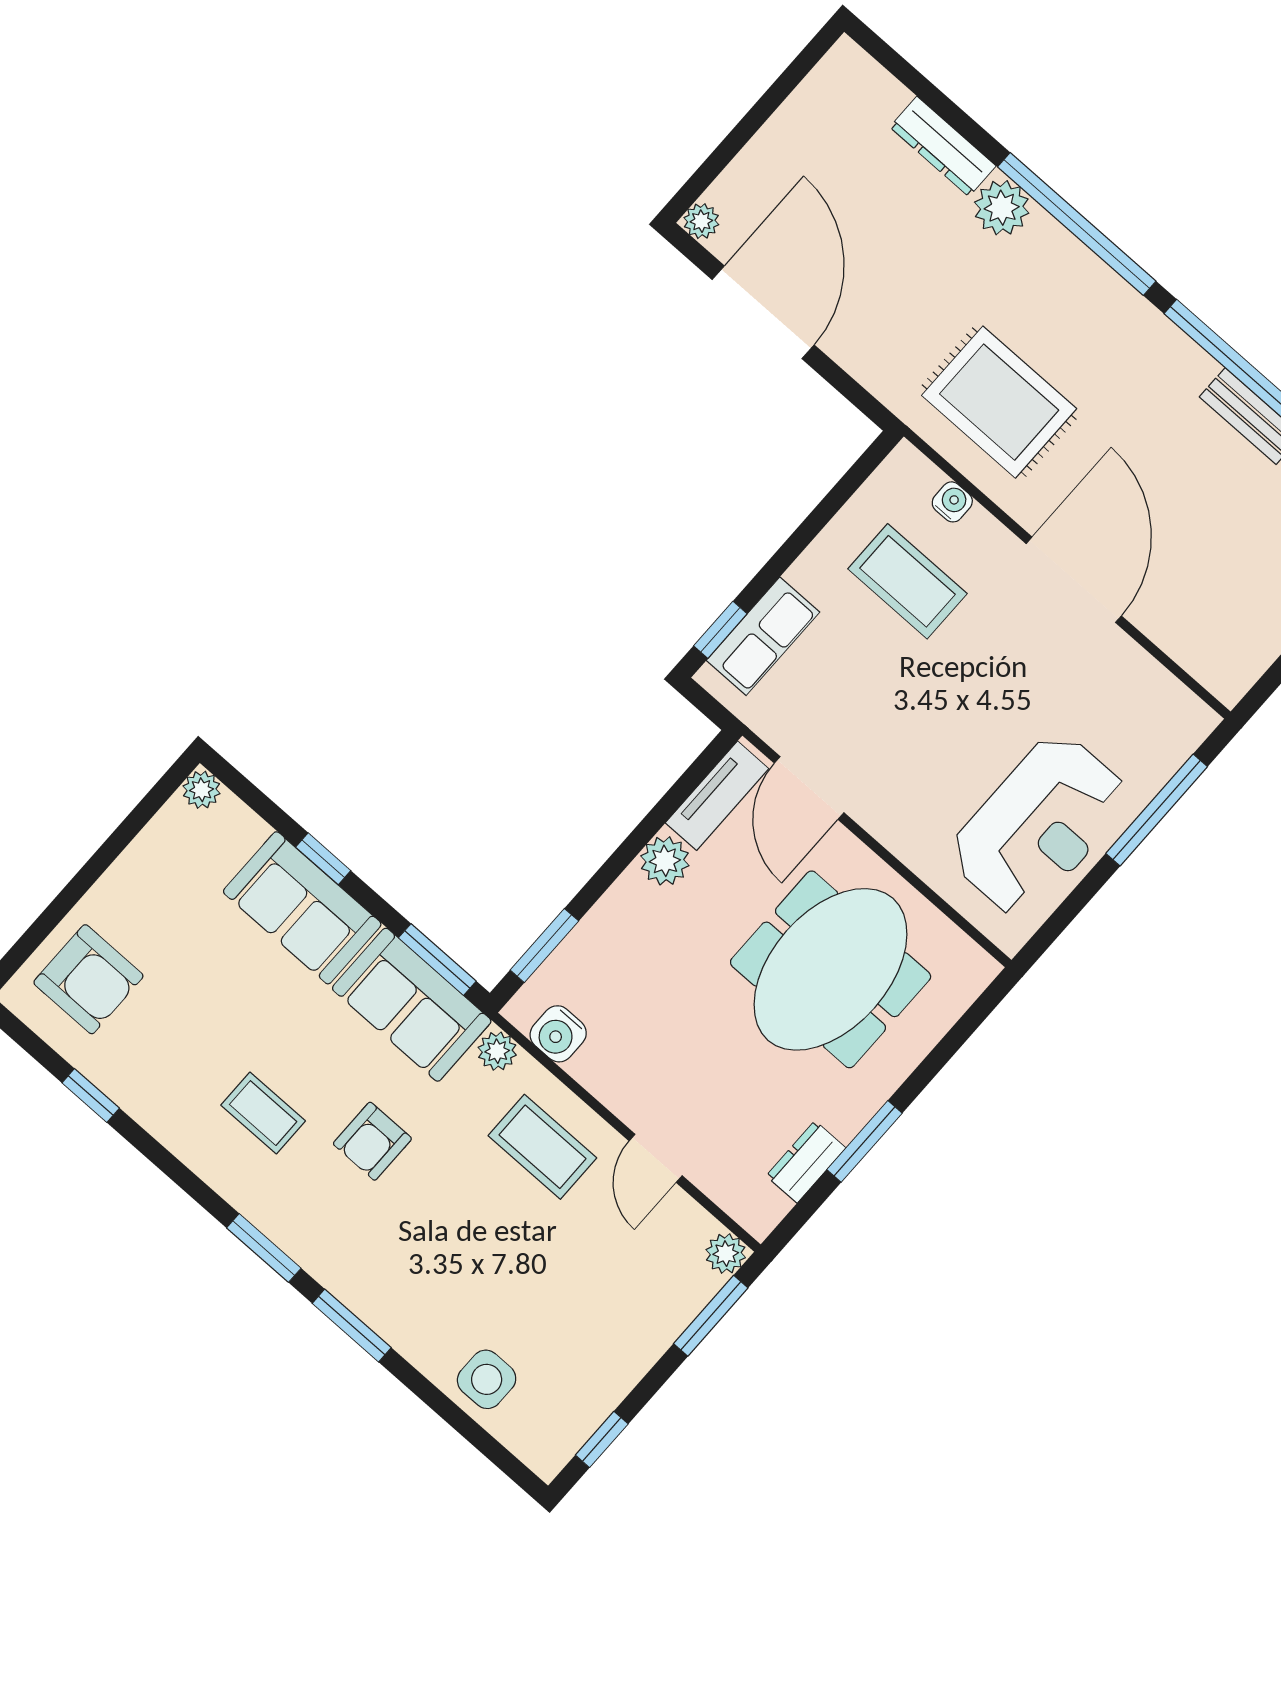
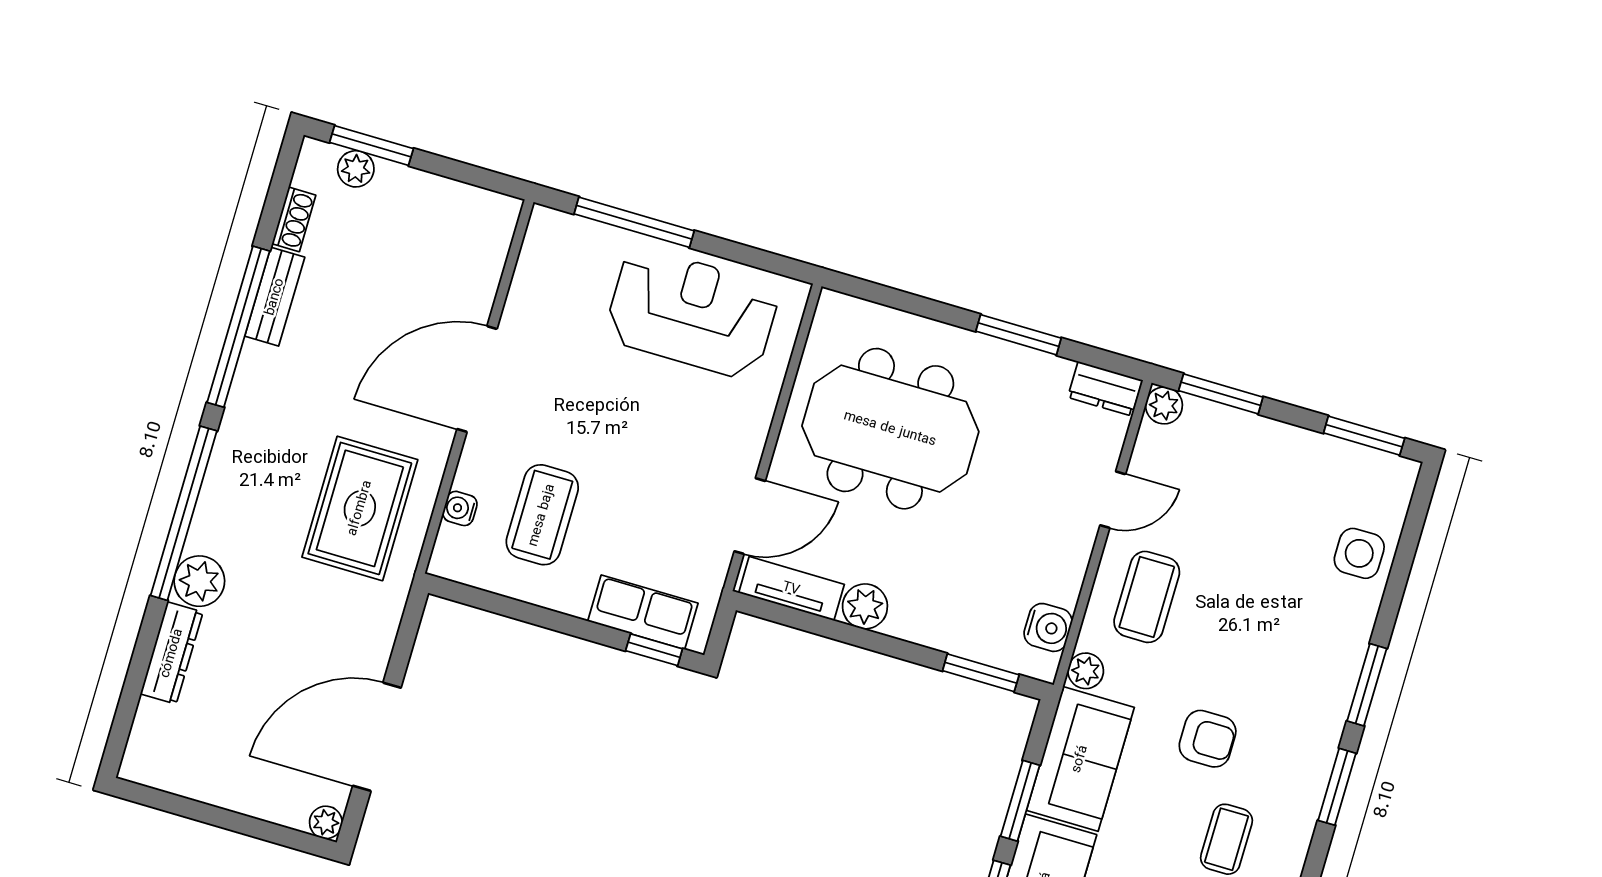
window: (437, 960) -> (1020, 801), moved
dresser: (806, 1162) -> (1105, 389), moved
window: (602, 1439) -> (1364, 436), width x1.50

